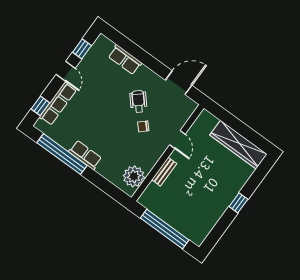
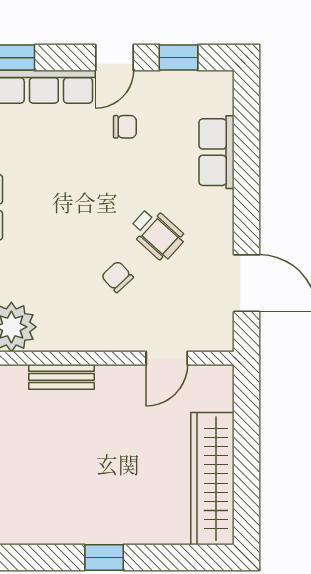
chair: (93, 85) -> (125, 127), added
wheelchair: (138, 101) -> (157, 234), turned 83
door: (177, 140) -> (167, 358), moved

